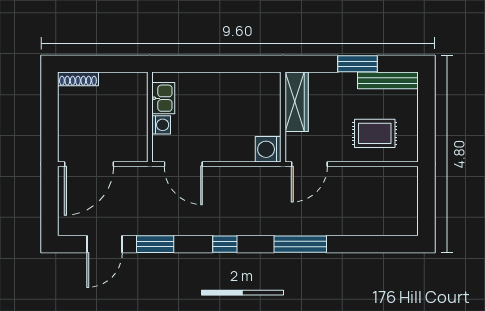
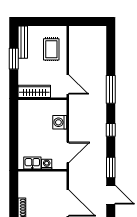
washing machine: (268, 149) -> (60, 122), moved, turned 90

